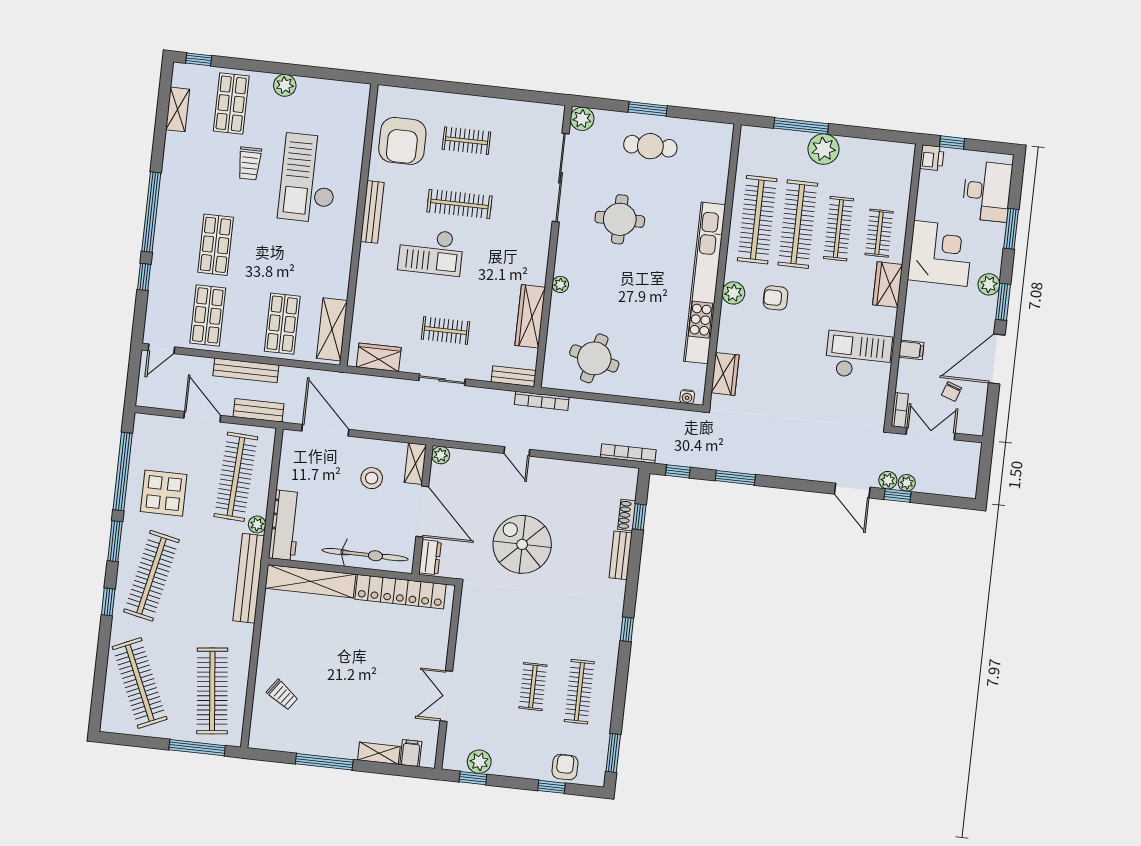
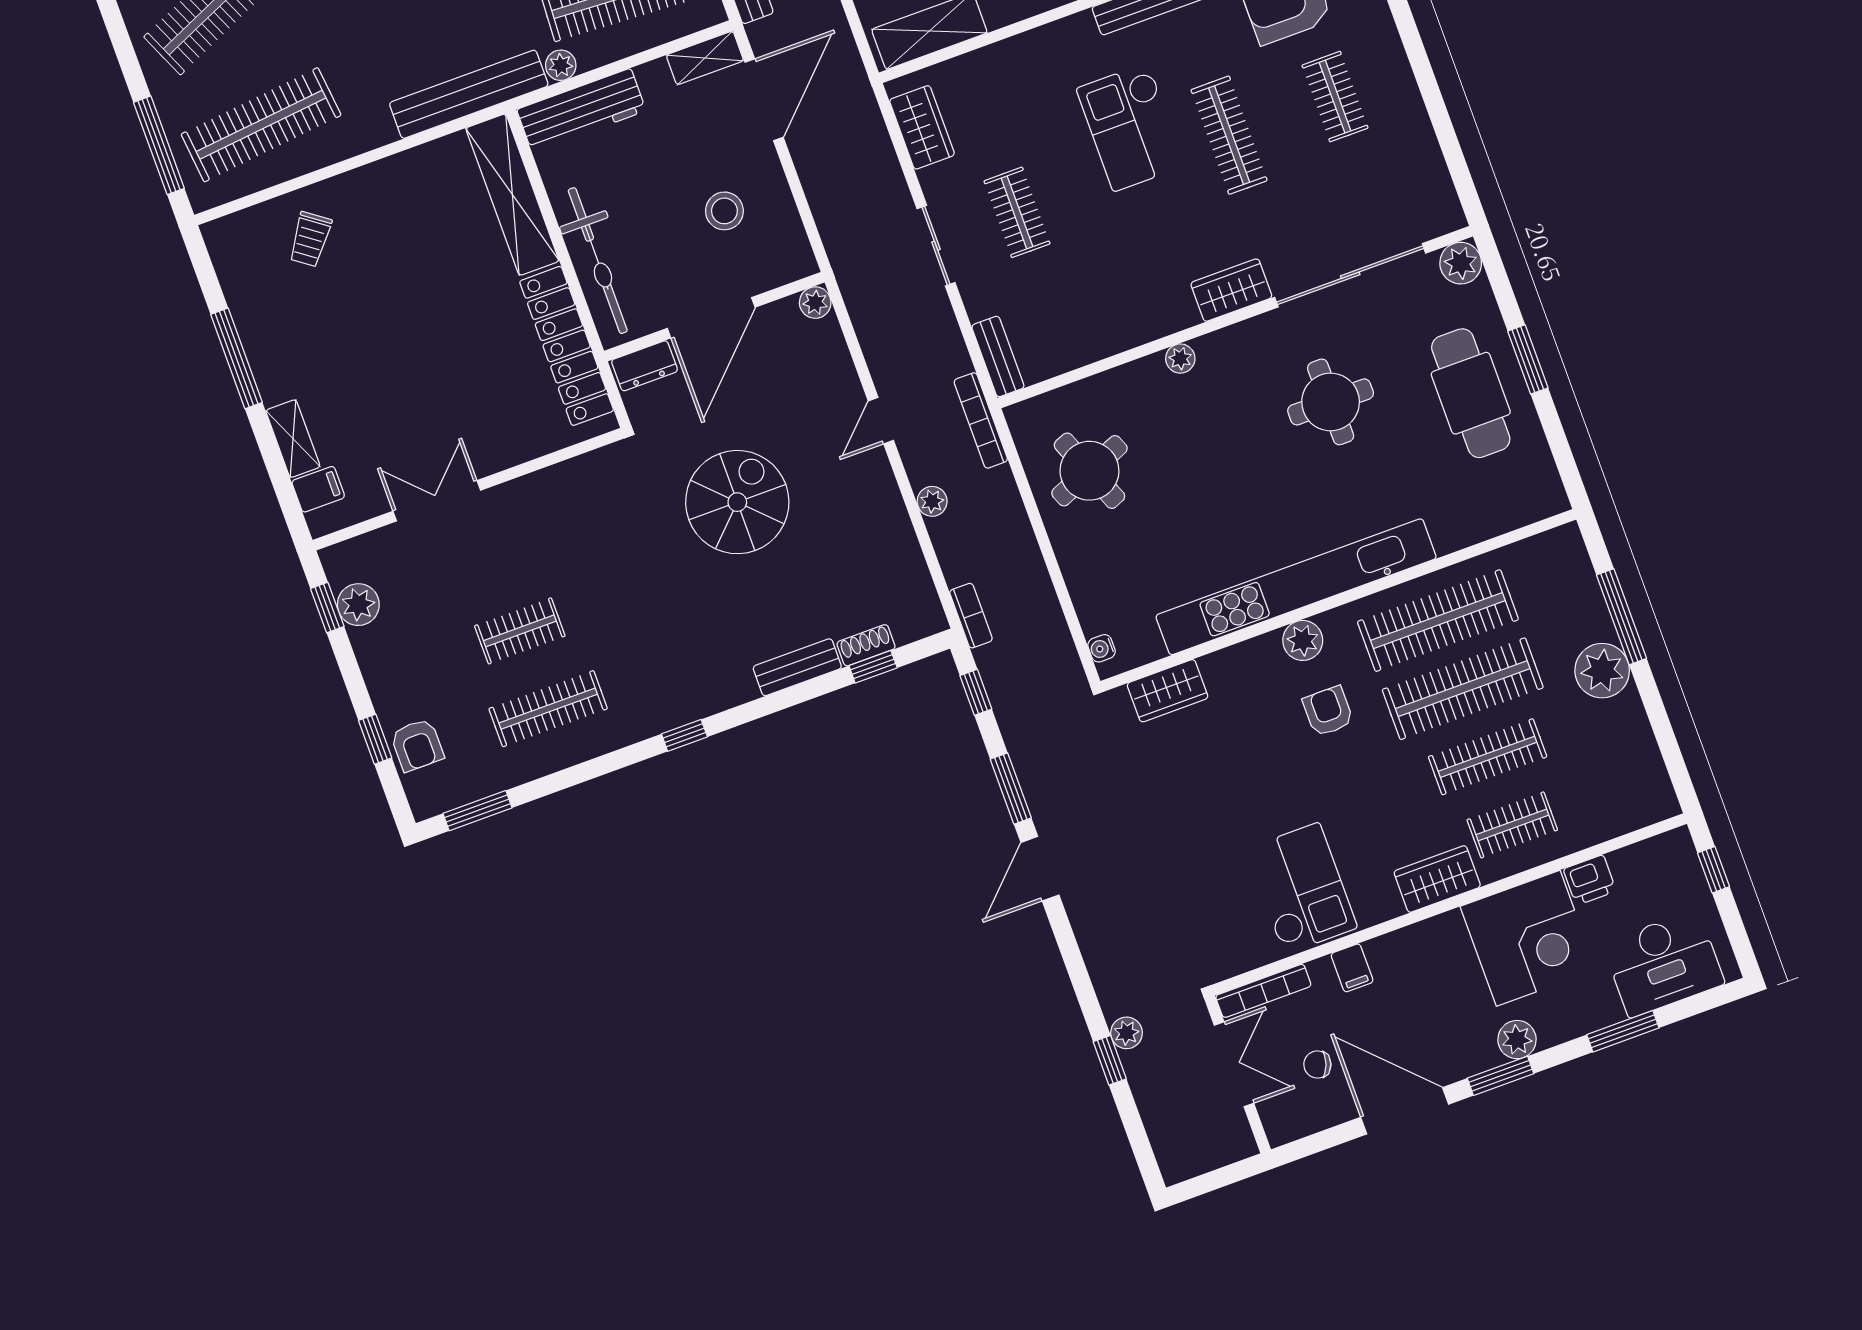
cafe table: (650, 146) -> (1471, 393), width x1.37, depth x1.35
printer: (932, 158) -> (1590, 880), moved
wardrobe: (530, 316) -> (1231, 290), moved, width x0.67
round table: (594, 358) -> (1089, 471), turned -37
bookcase: (900, 410) -> (1263, 991), width x1.56
bookcase: (628, 454) -> (971, 616), width x0.64
shelving: (415, 464) -> (705, 58), moved
plant: (907, 483) -> (932, 501), moved
door: (852, 491) -> (1040, 869), moved
armchair: (565, 767) -> (417, 745), turned 90

